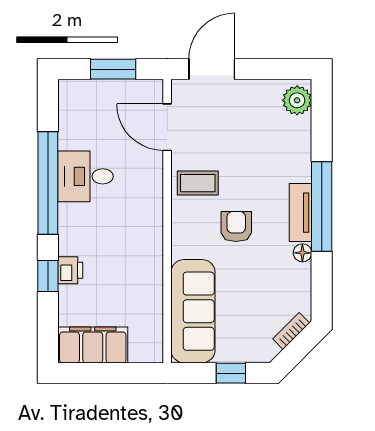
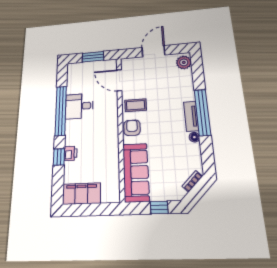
door: (212, 69) -> (153, 51), moved
armchair: (236, 227) -> (132, 128), moved

